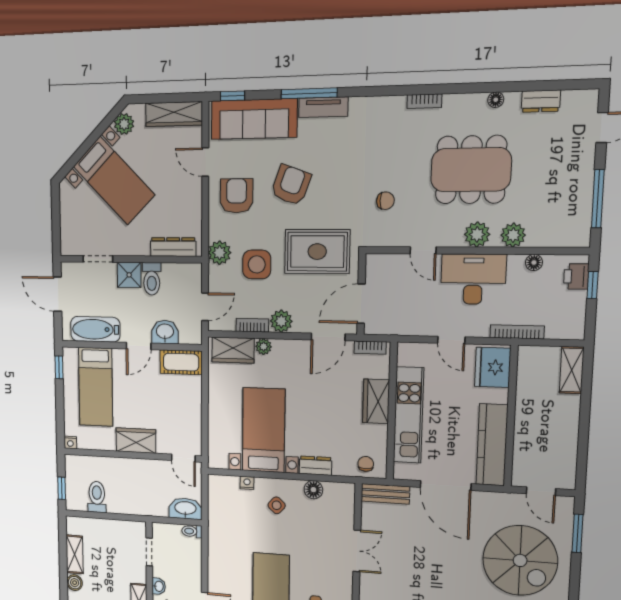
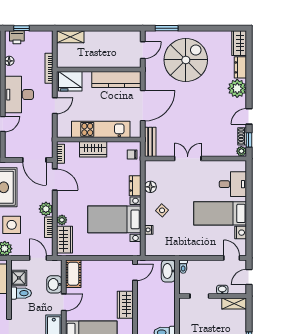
shower: (129, 275) -> (19, 278), moved
door: (139, 346) -> (64, 302), hinge flipped

